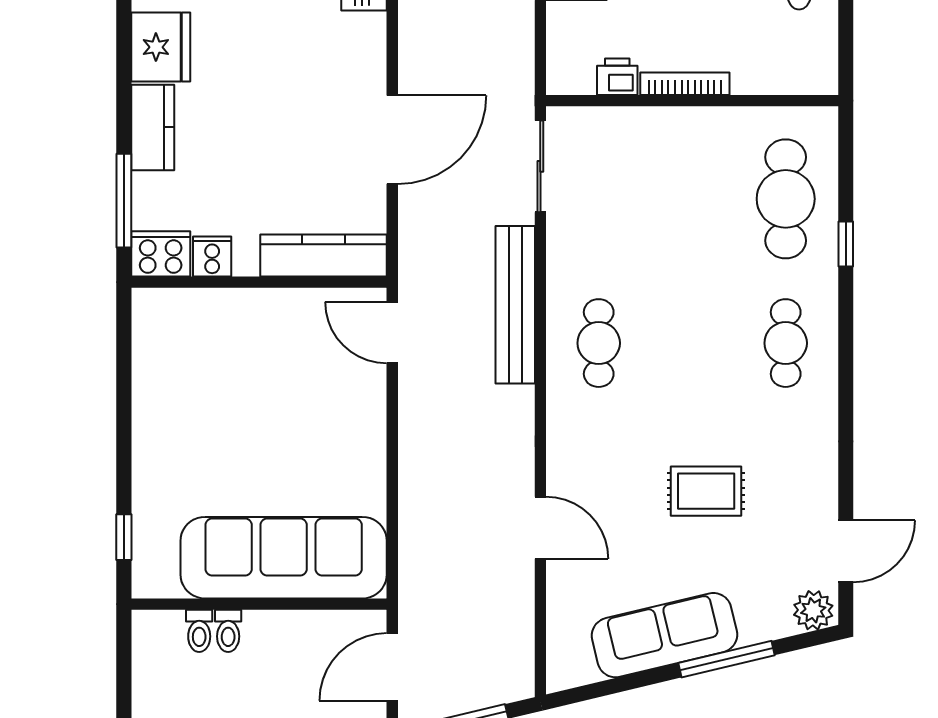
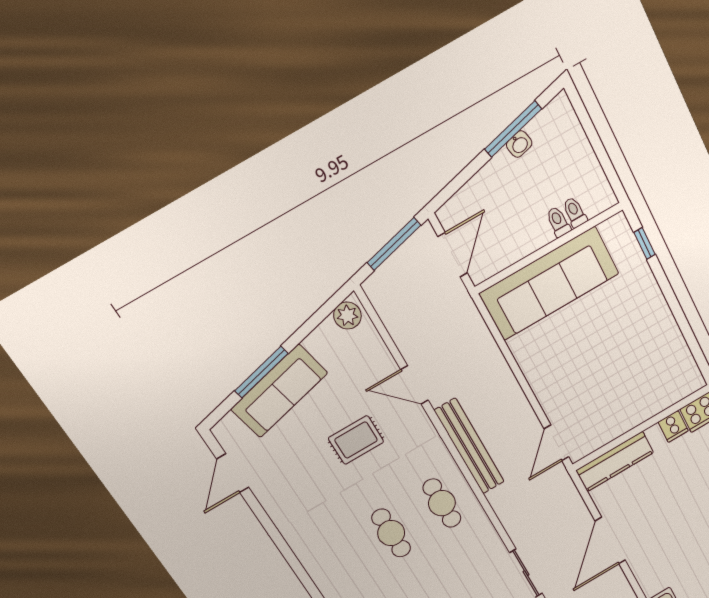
bench: (515, 305) -> (469, 446), moved
door: (392, 333) -> (556, 443), swing flipped
cafe table: (786, 343) -> (391, 533), moved
rug: (706, 491) -> (356, 440), moved
plant: (813, 610) -> (347, 315), moved
sofa: (664, 635) -> (279, 391), moved

